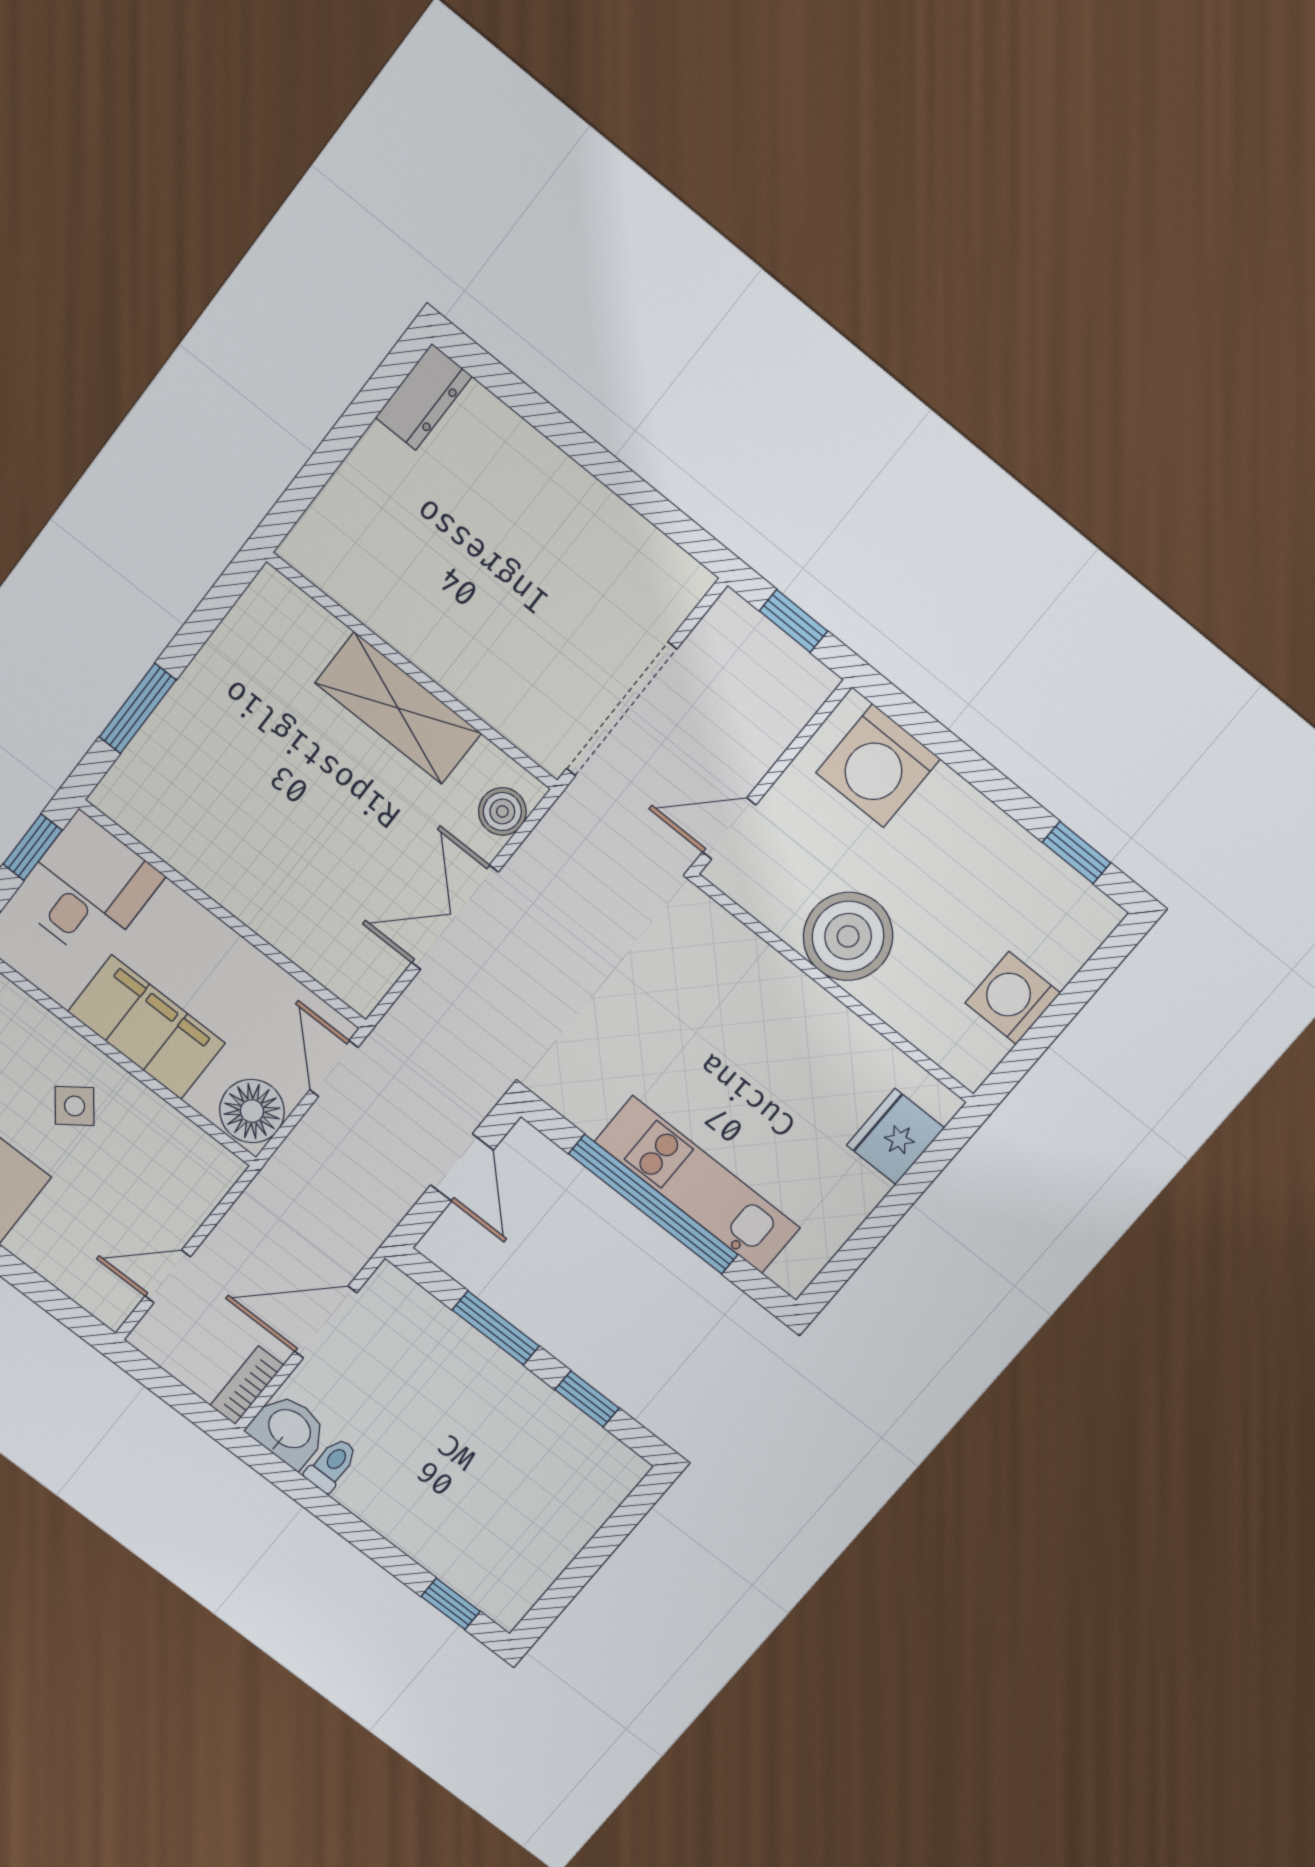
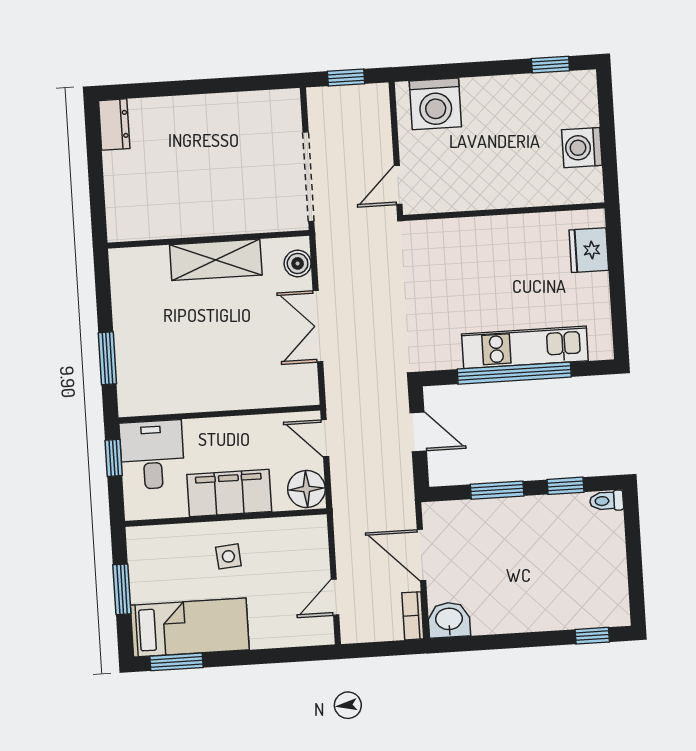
boiler: (848, 936) -> (489, 185), removed
side table: (75, 1106) -> (228, 556), turned 32
door: (326, 1322) -> (421, 555), hinge flipped
toilet: (332, 1465) -> (607, 501), moved, turned -90

